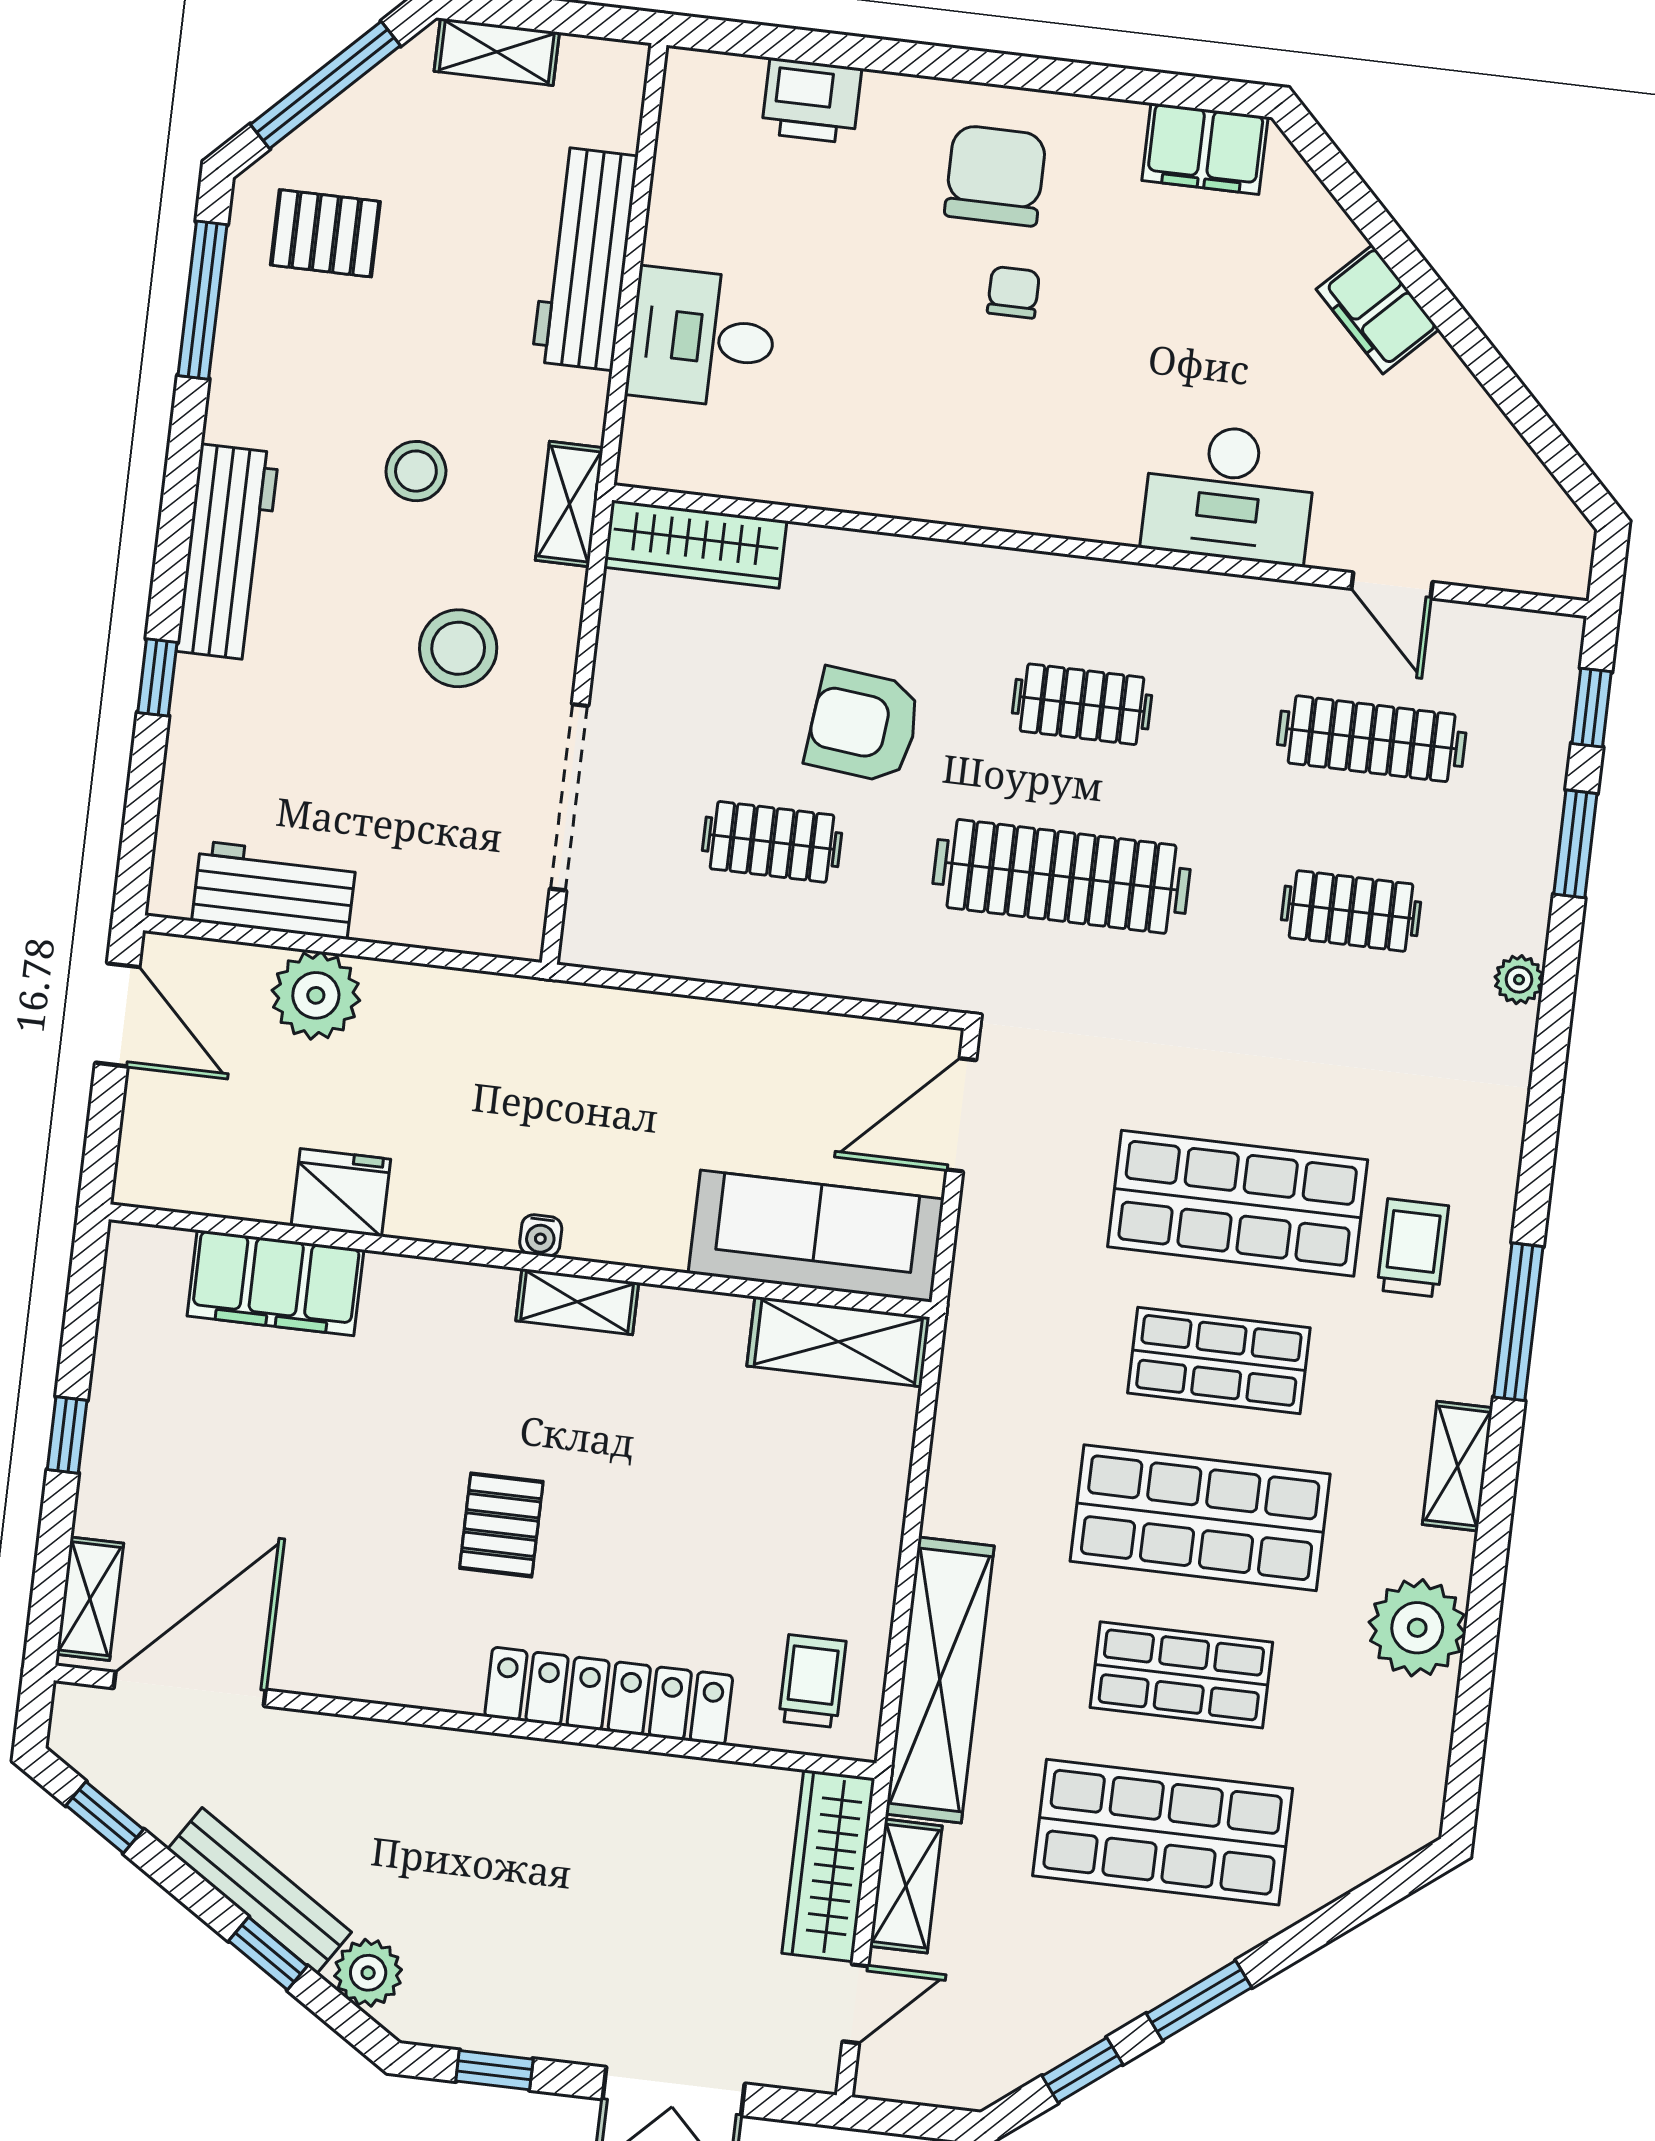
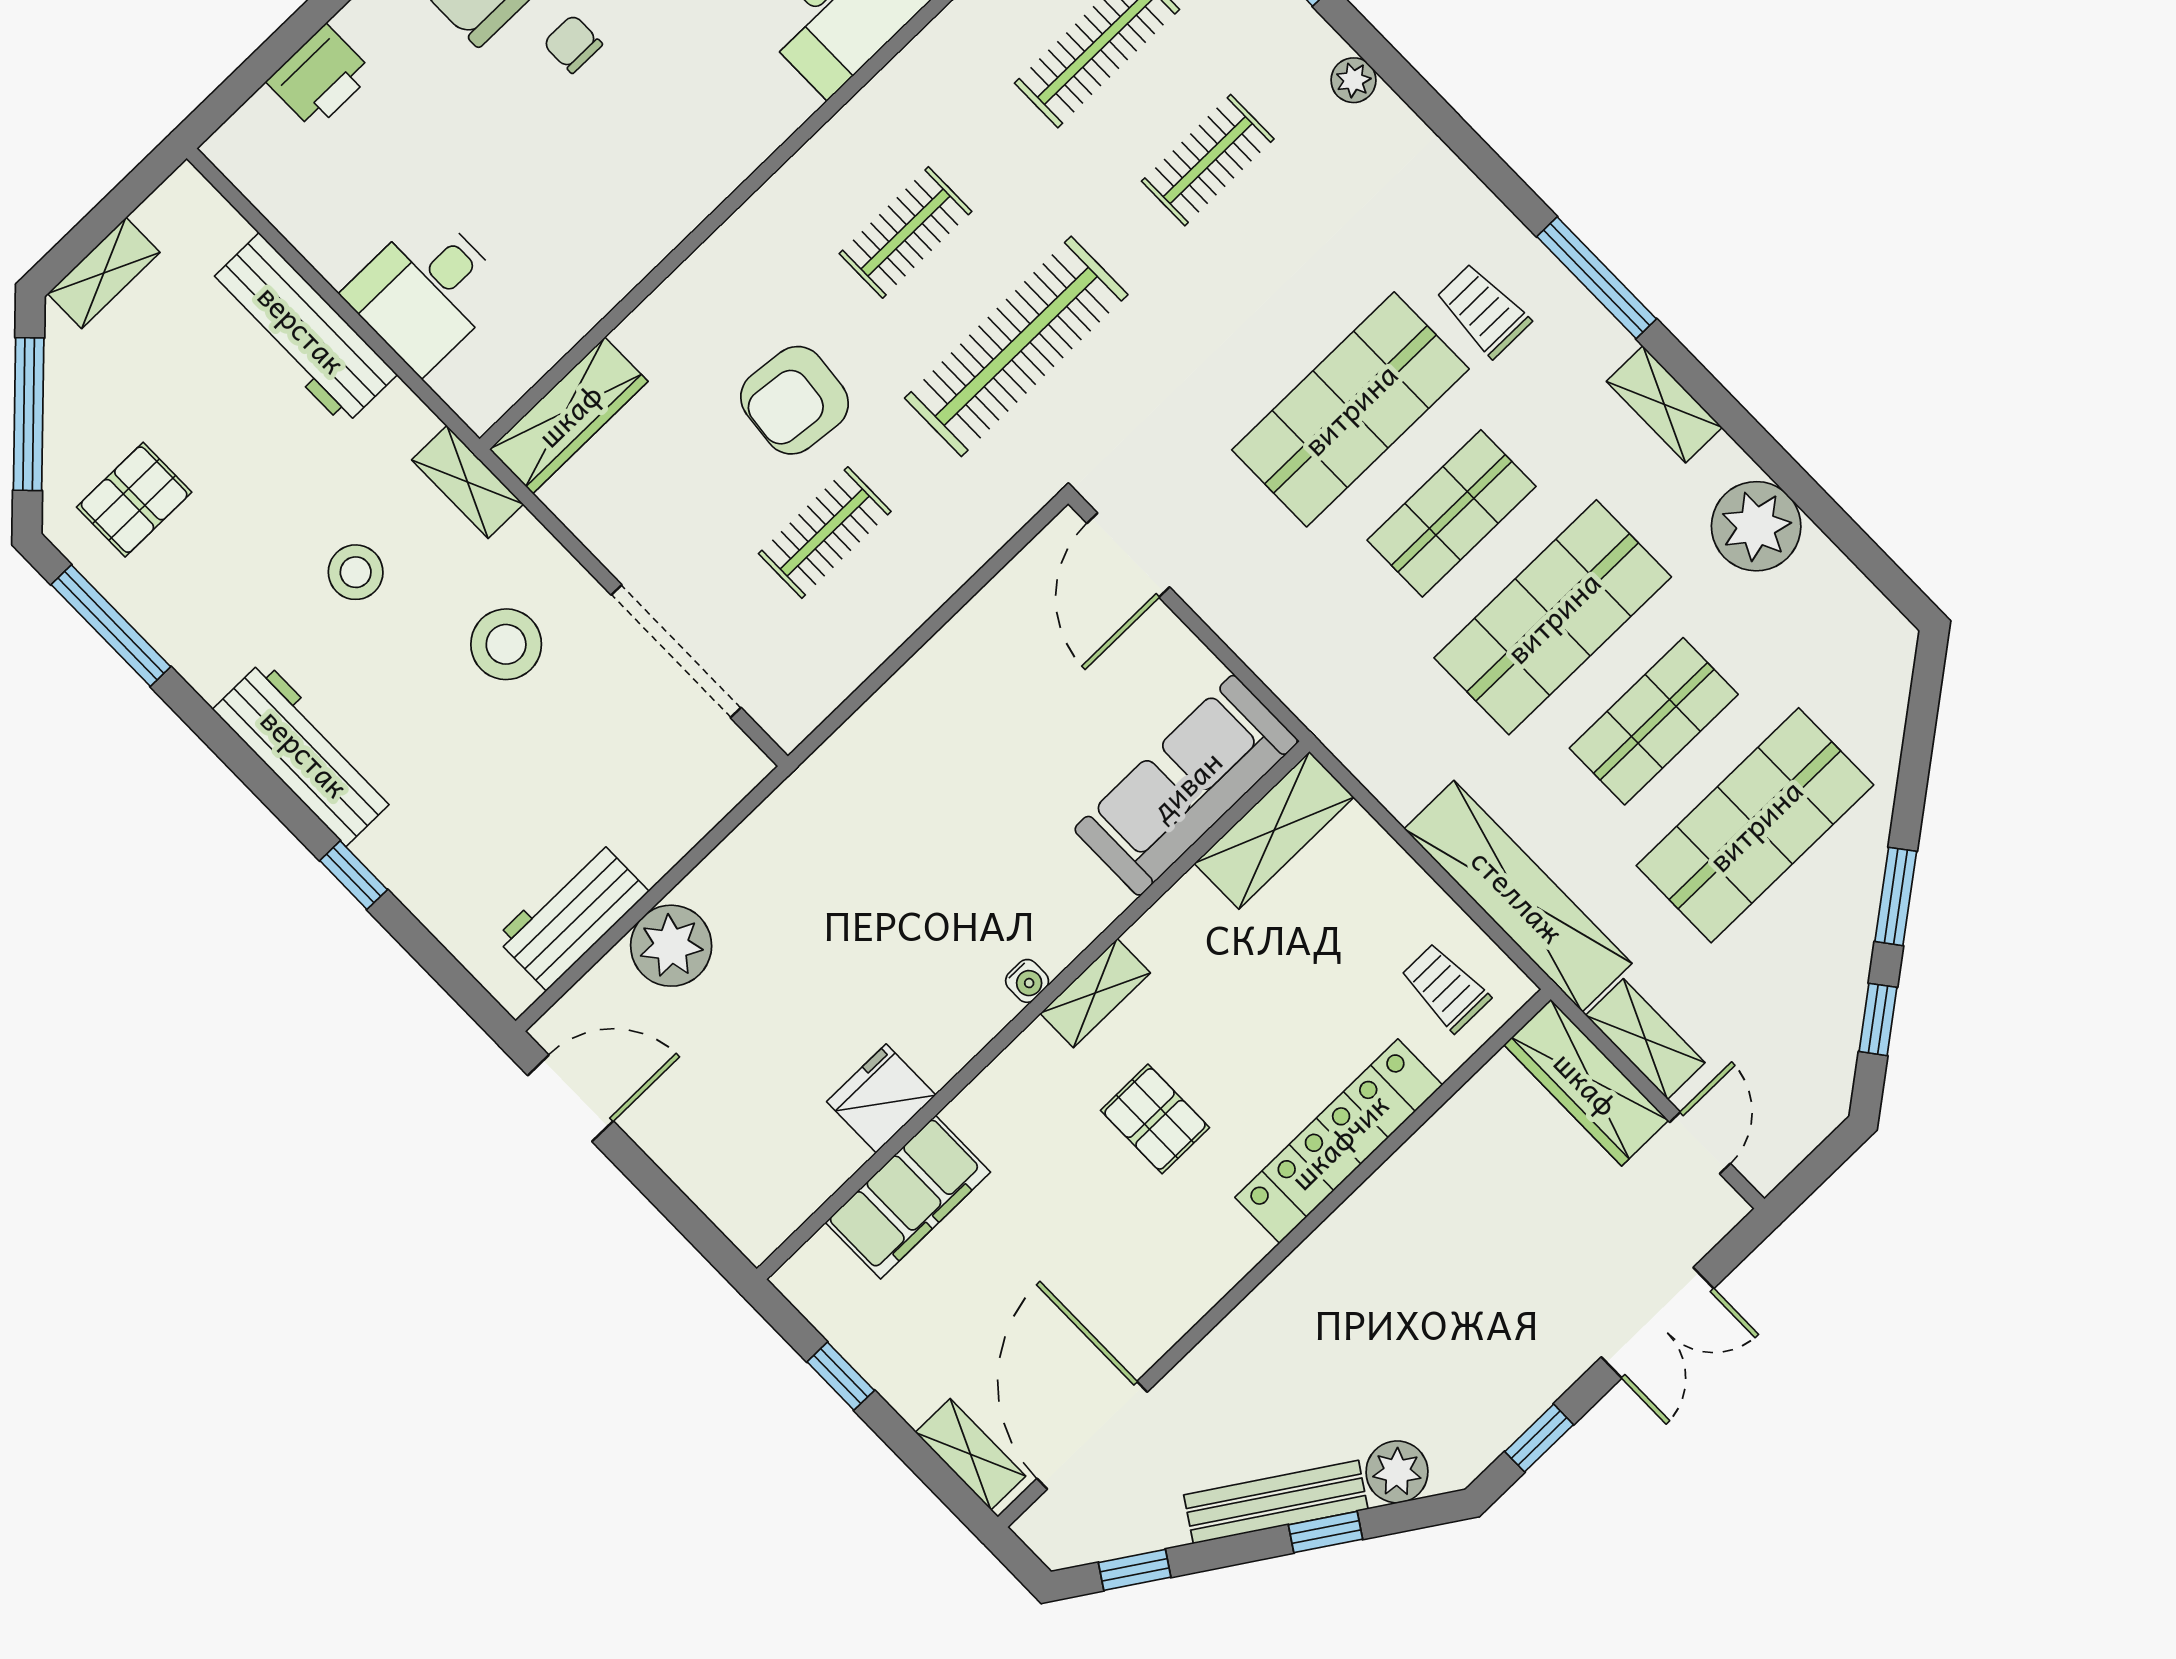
fridge: (341, 1192) -> (881, 1098), moved
water cooler: (541, 1236) -> (1027, 981), moved
sofa: (816, 1236) -> (1186, 785), moved
wall: (520, 1261) -> (1033, 1010), moved
filing cabinet: (275, 1283) -> (908, 1197), moved
shelving: (577, 1302) -> (1095, 993), moved
shelving: (838, 1342) -> (1274, 830), moved

